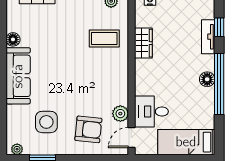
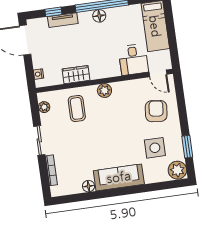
plant: (120, 114) -> (104, 91), moved
plant: (17, 149) -> (177, 170), width x1.87, depth x1.87

